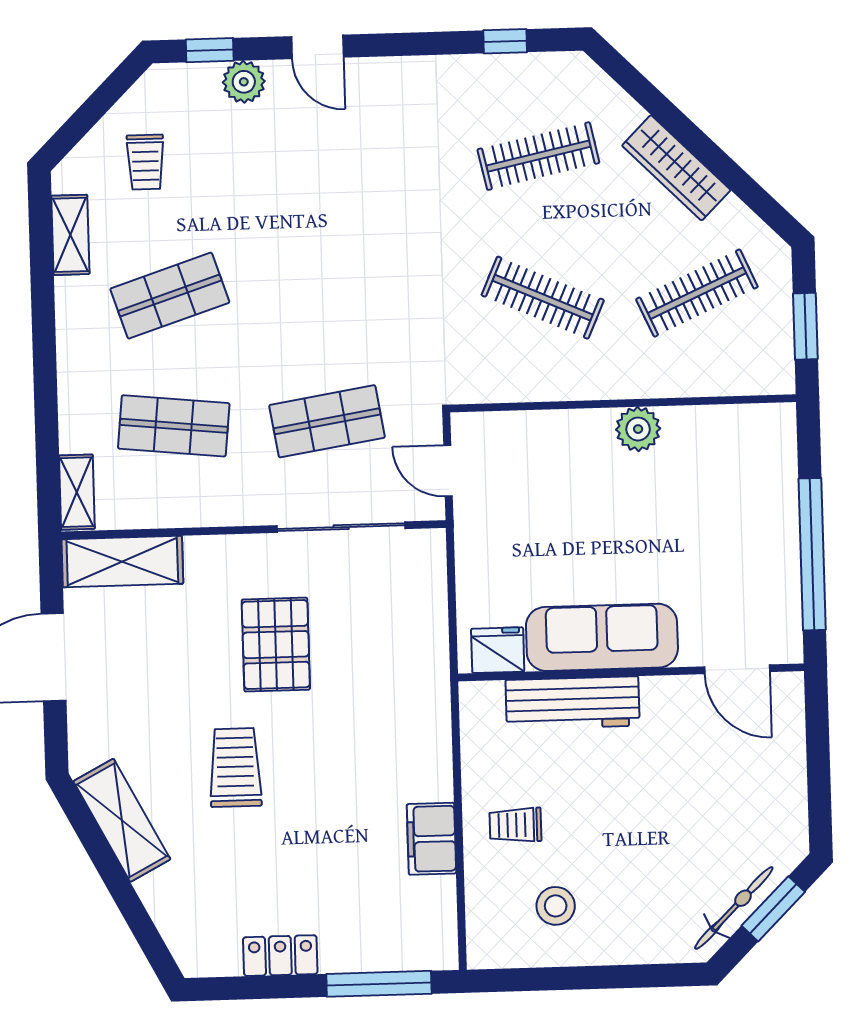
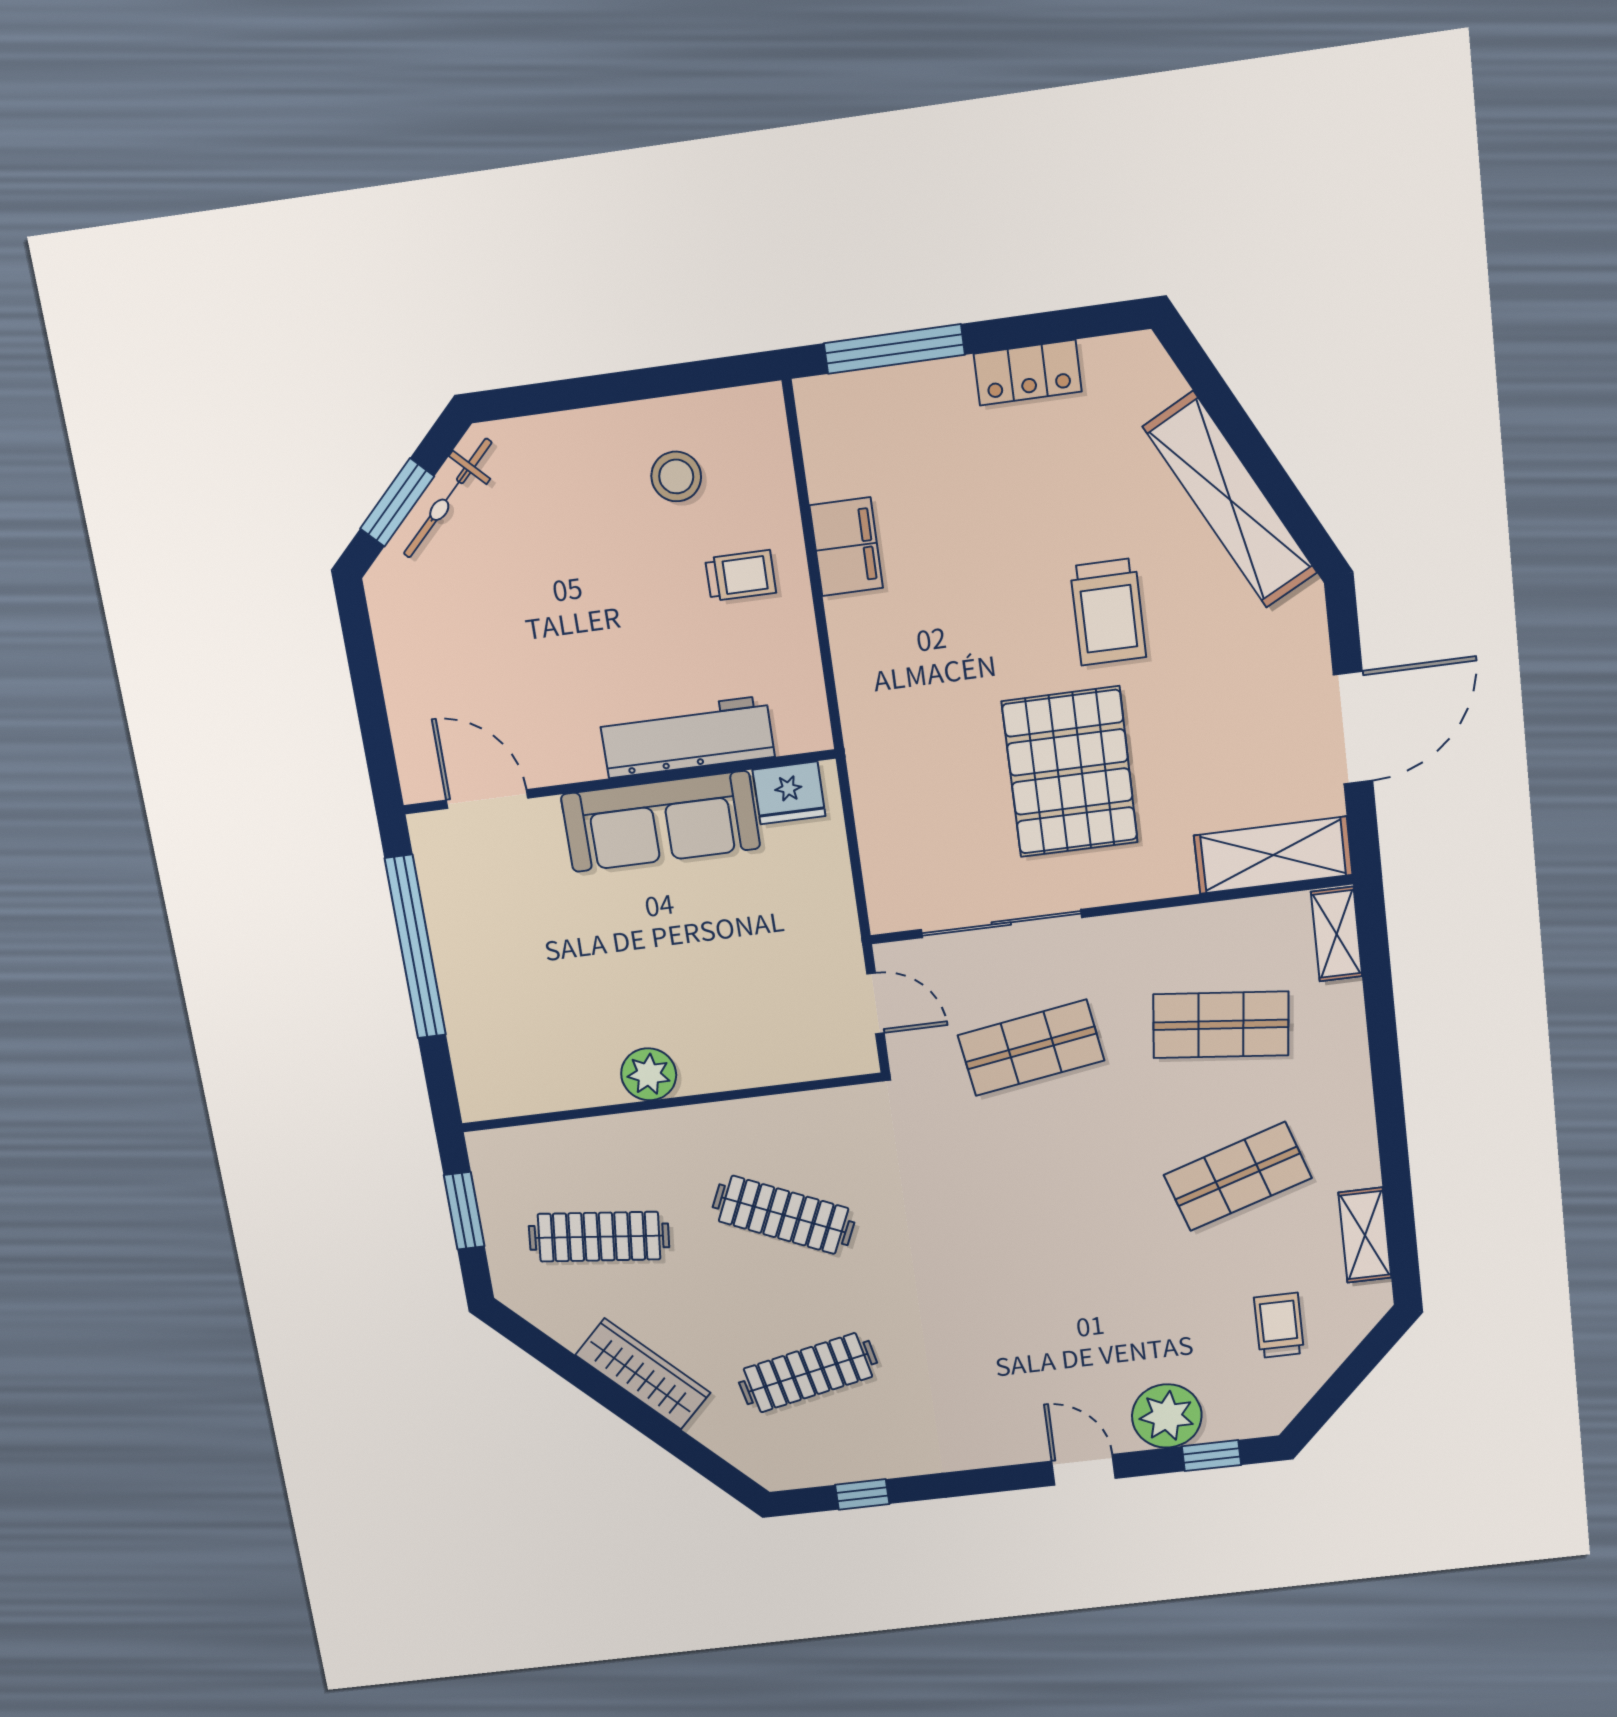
plant: (244, 82) -> (1167, 1416), width x1.36, depth x1.36
clothes rail: (697, 293) -> (599, 1237), turned 30
pallet: (276, 645) -> (1070, 772), width x1.37, depth x1.41
shelving: (122, 820) -> (1230, 500), width x1.47

